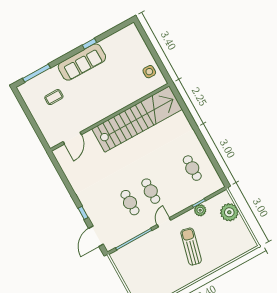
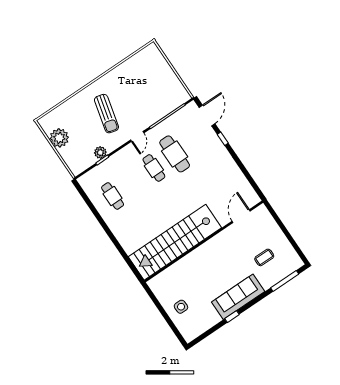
side table: (149, 72) -> (181, 307), moved
cafe table: (130, 203) -> (175, 154), width x1.37, depth x1.35
plant: (229, 212) -> (59, 138), moved

